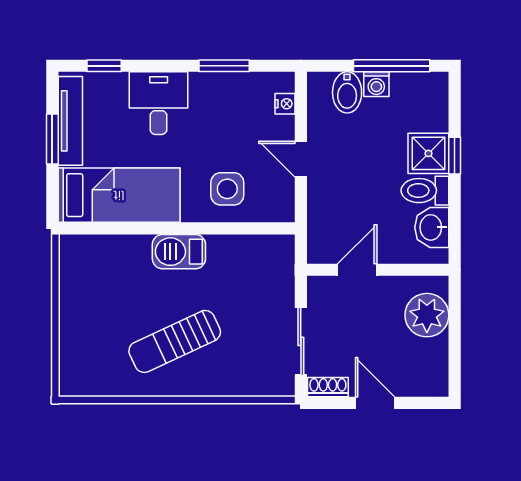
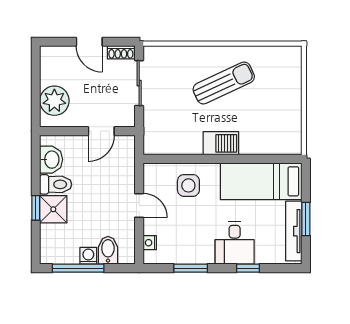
window: (104, 66) -> (248, 268), moved

